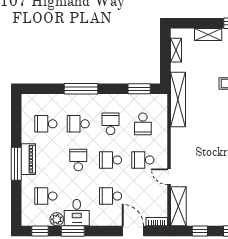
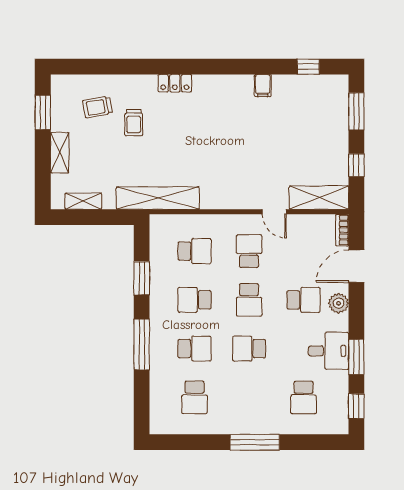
window: (139, 89) -> (142, 278), moved
school desk: (78, 124) -> (195, 349), turned -90
piano: (28, 159) -> (248, 424), removed
school desk: (143, 160) -> (249, 251), turned 180
door: (169, 177) -> (274, 212), hinge flipped
school desk: (111, 196) -> (303, 300), turned -90
plant: (57, 219) -> (339, 303), moved

